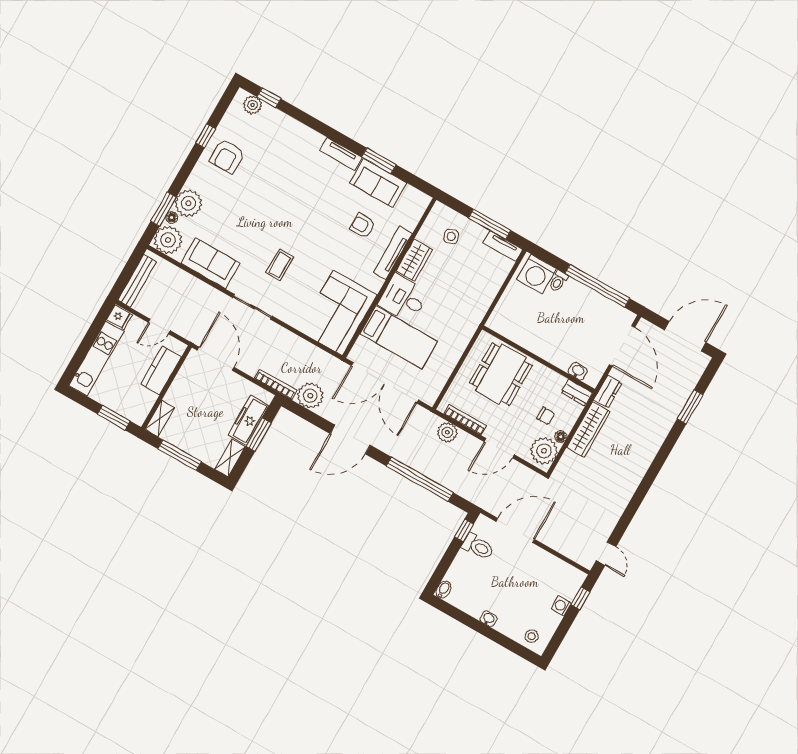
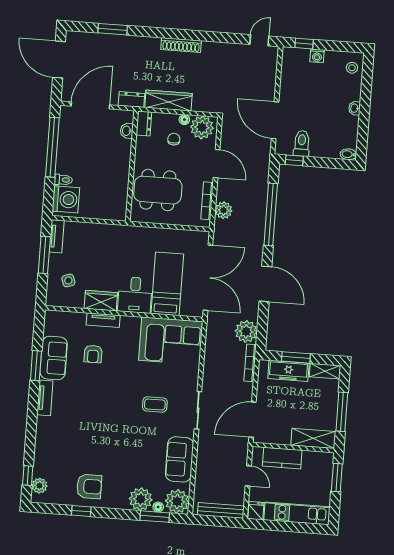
tv unit: (393, 253) -> (103, 320), width x0.71
shelving: (160, 419) -> (313, 438), width x1.50, depth x1.33
shoe rack: (640, 470) -> (181, 45), added

